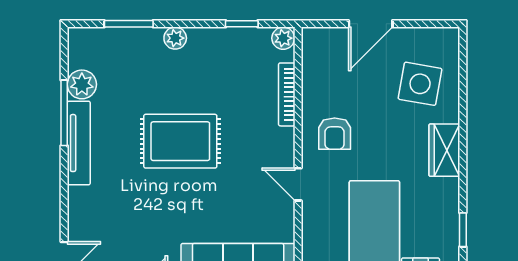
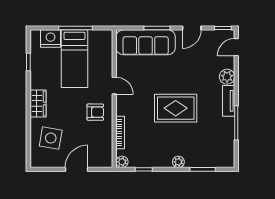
plant: (82, 84) -> (227, 77), moved
armchair: (335, 134) -> (95, 112), turned 90
tv unit: (79, 143) -> (229, 101), width x0.71

